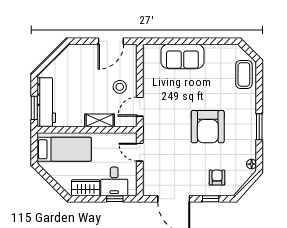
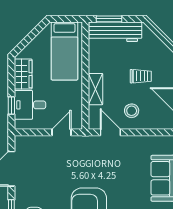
trolley: (88, 78) -> (141, 76), added

